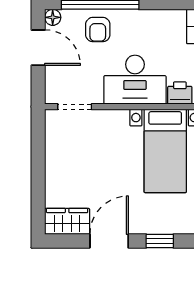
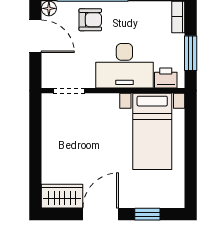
armchair: (98, 30) -> (90, 20), turned -90

